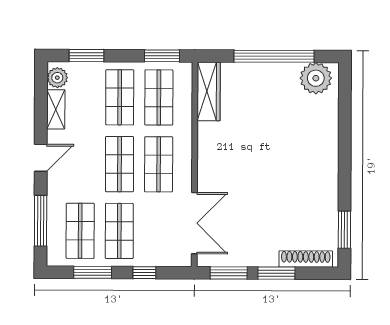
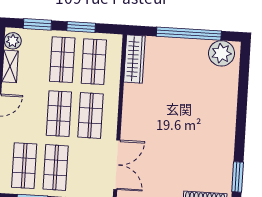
window: (162, 56) -> (81, 27), moved

